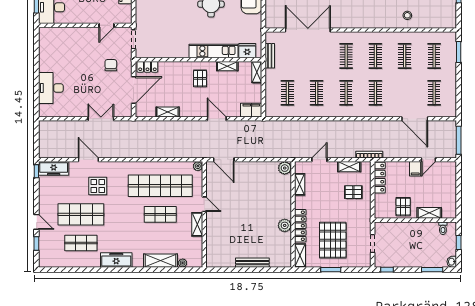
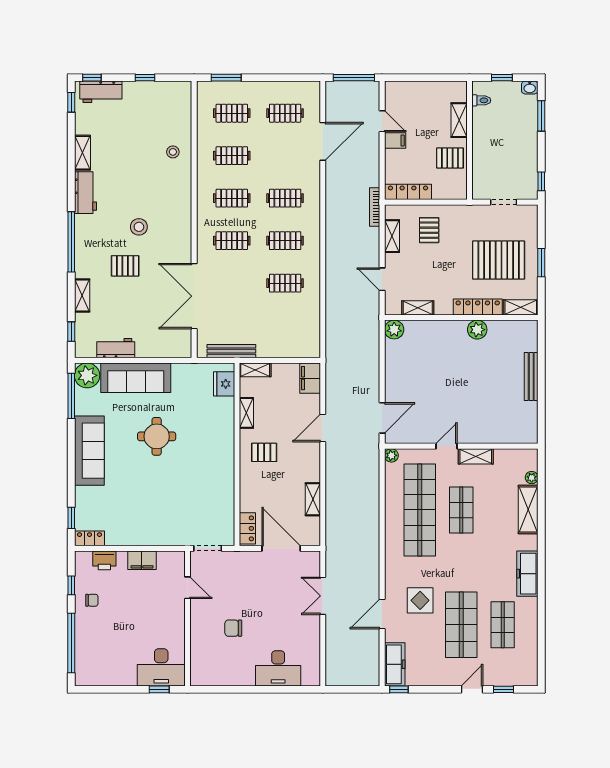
kitchen unit: (214, 51) -> (225, 433), removed
bench: (270, 56) -> (231, 351), width x1.36
chair: (111, 65) -> (233, 628), moved
clothes rail: (287, 93) -> (285, 326), removed

